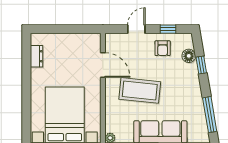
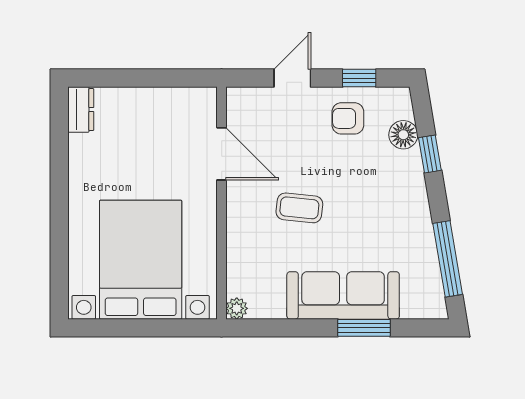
armchair: (163, 48) -> (348, 118), turned 90
dresser: (36, 56) -> (81, 110), moved
coffee table: (140, 90) -> (299, 208), width x0.54, depth x0.58

